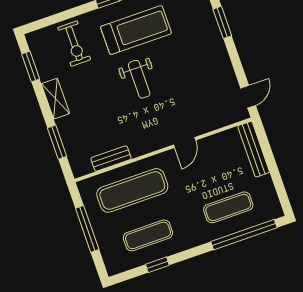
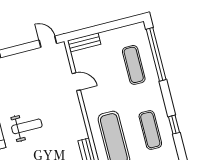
door: (185, 142) -> (76, 82), moved
bench: (254, 149) -> (84, 42), width x0.73

